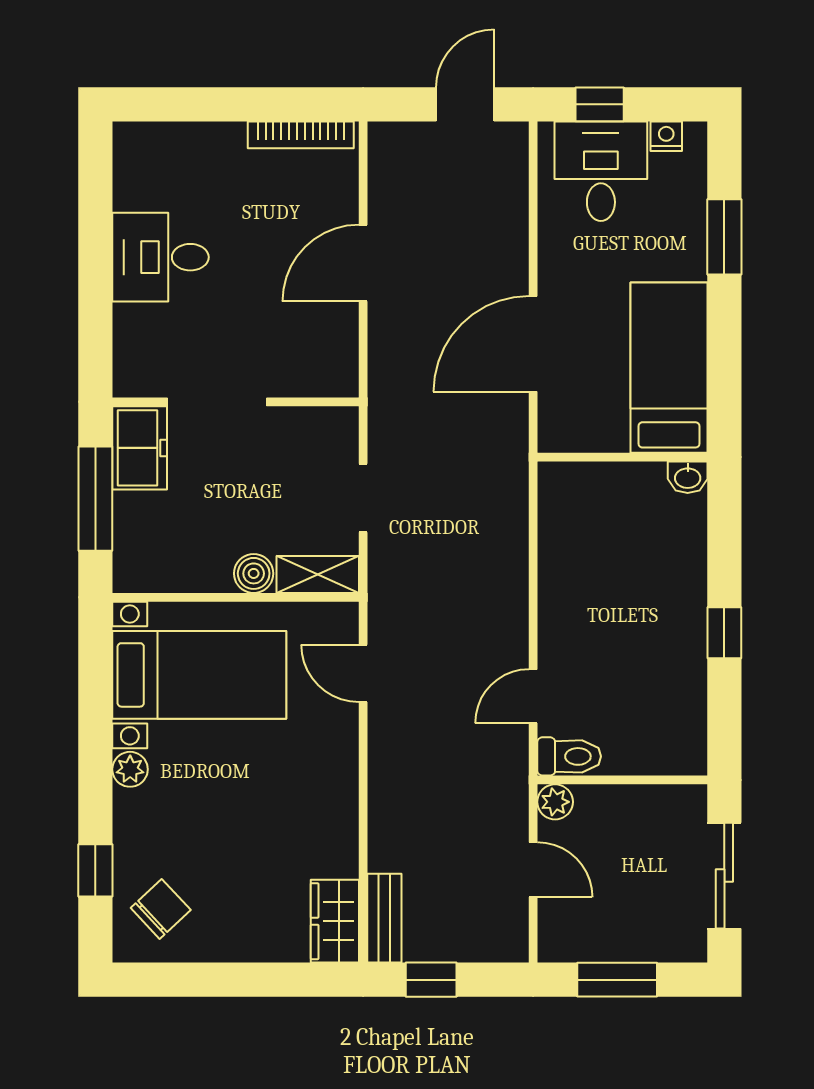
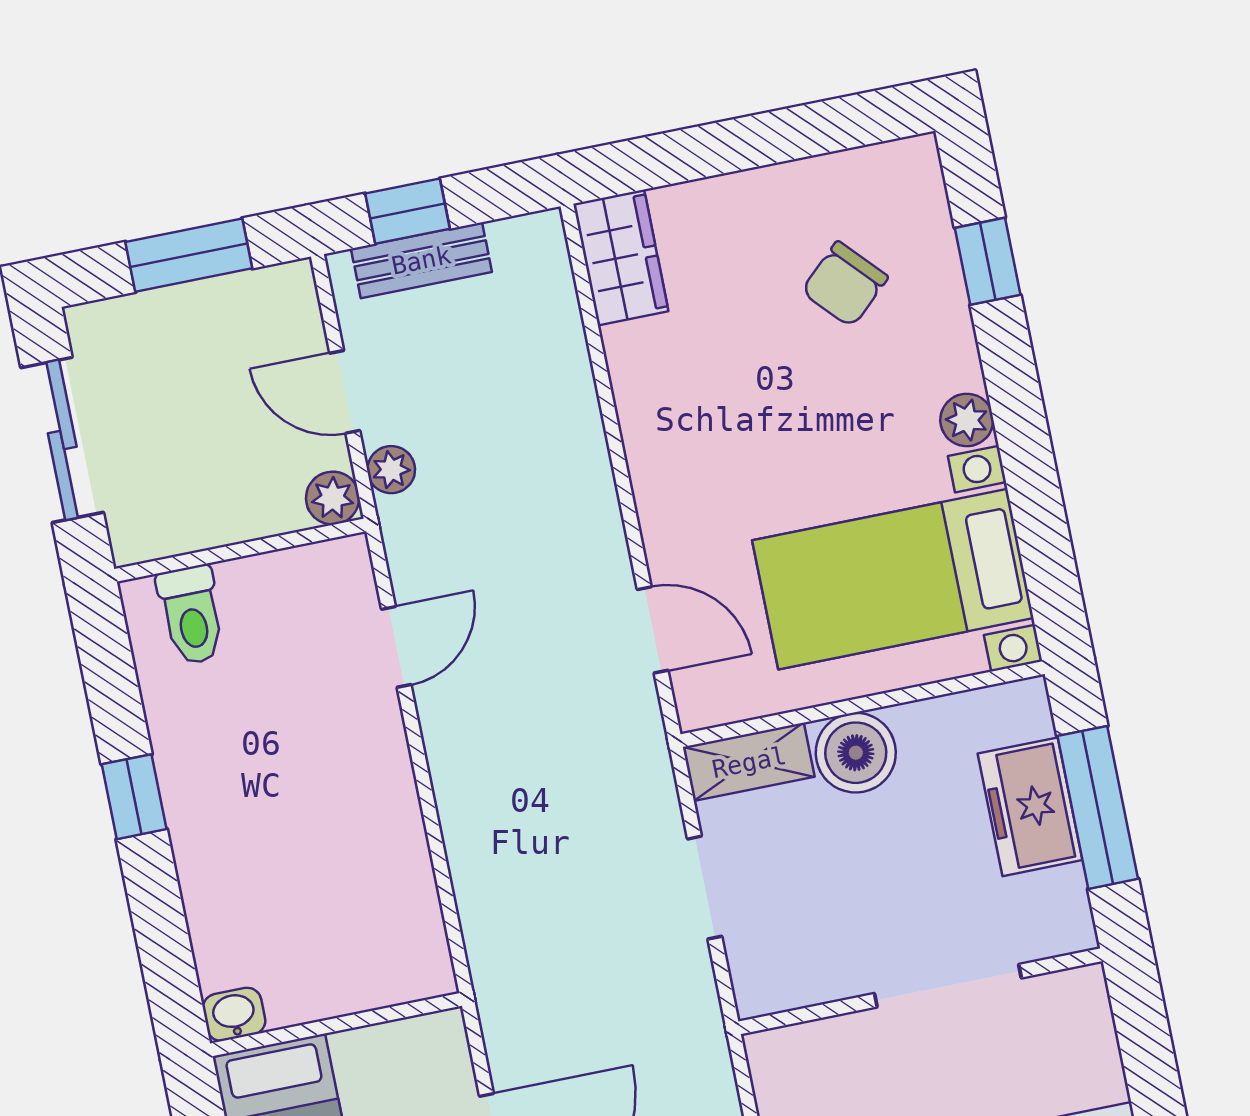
freezer: (140, 448) -> (1030, 807), moved
boiler: (254, 573) -> (856, 753), width x1.36, depth x1.36
toilet: (569, 756) -> (191, 615), moved, turned -90
plant: (513, 813) -> (391, 470), added
chair: (161, 909) -> (845, 284), moved
bench: (384, 918) -> (421, 260), moved, turned 90
window: (431, 980) -> (407, 211), moved

